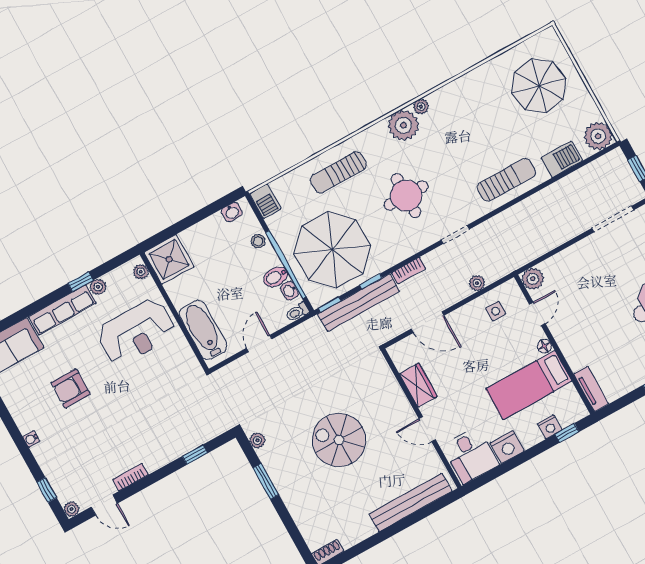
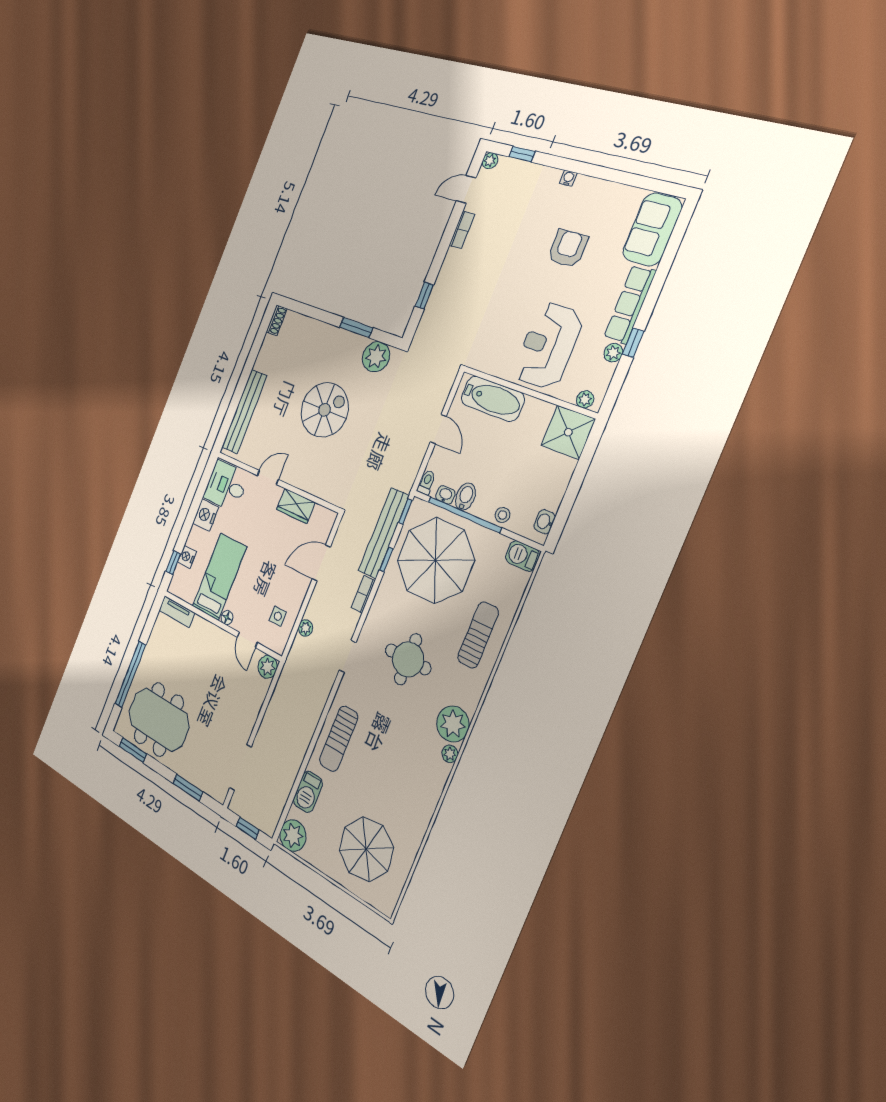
plant: (257, 440) -> (376, 357), width x1.87, depth x1.87

